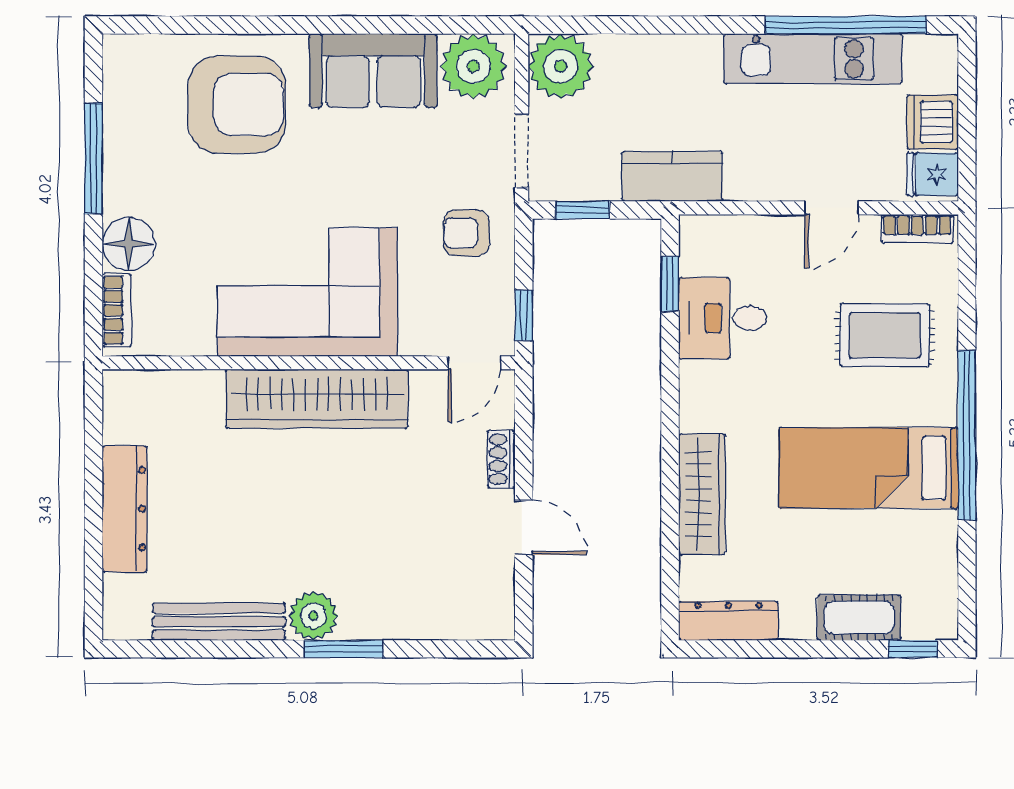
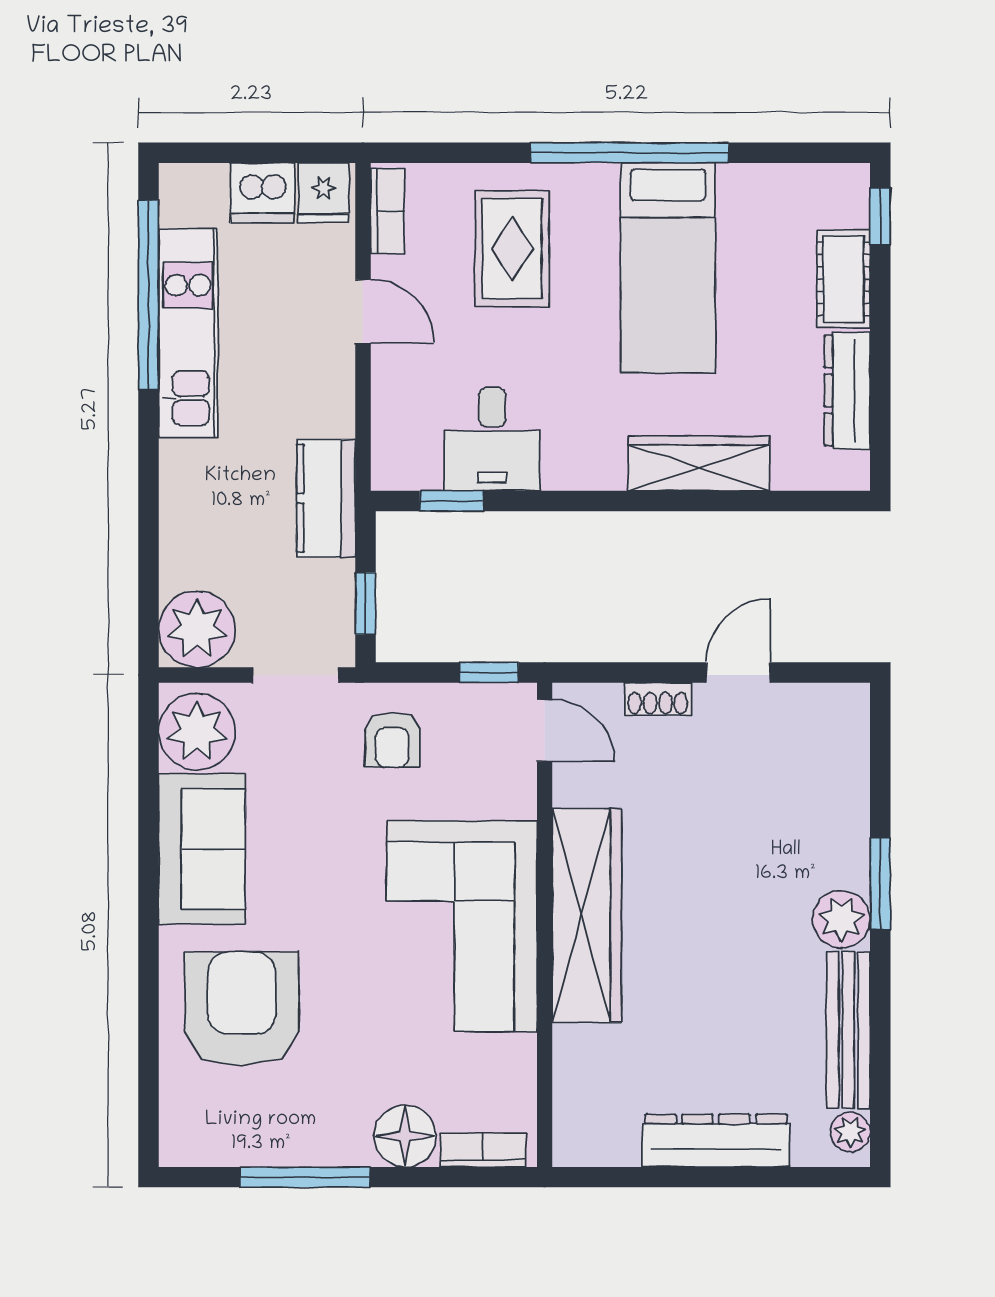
dresser: (729, 621) -> (847, 391), moved
plant: (132, 623) -> (850, 1132), added

